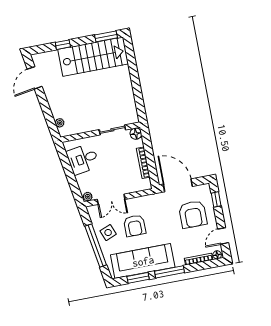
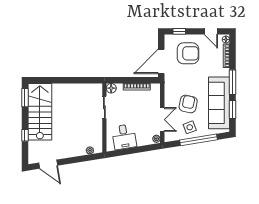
armchair: (135, 226) -> (188, 104), turned -78

